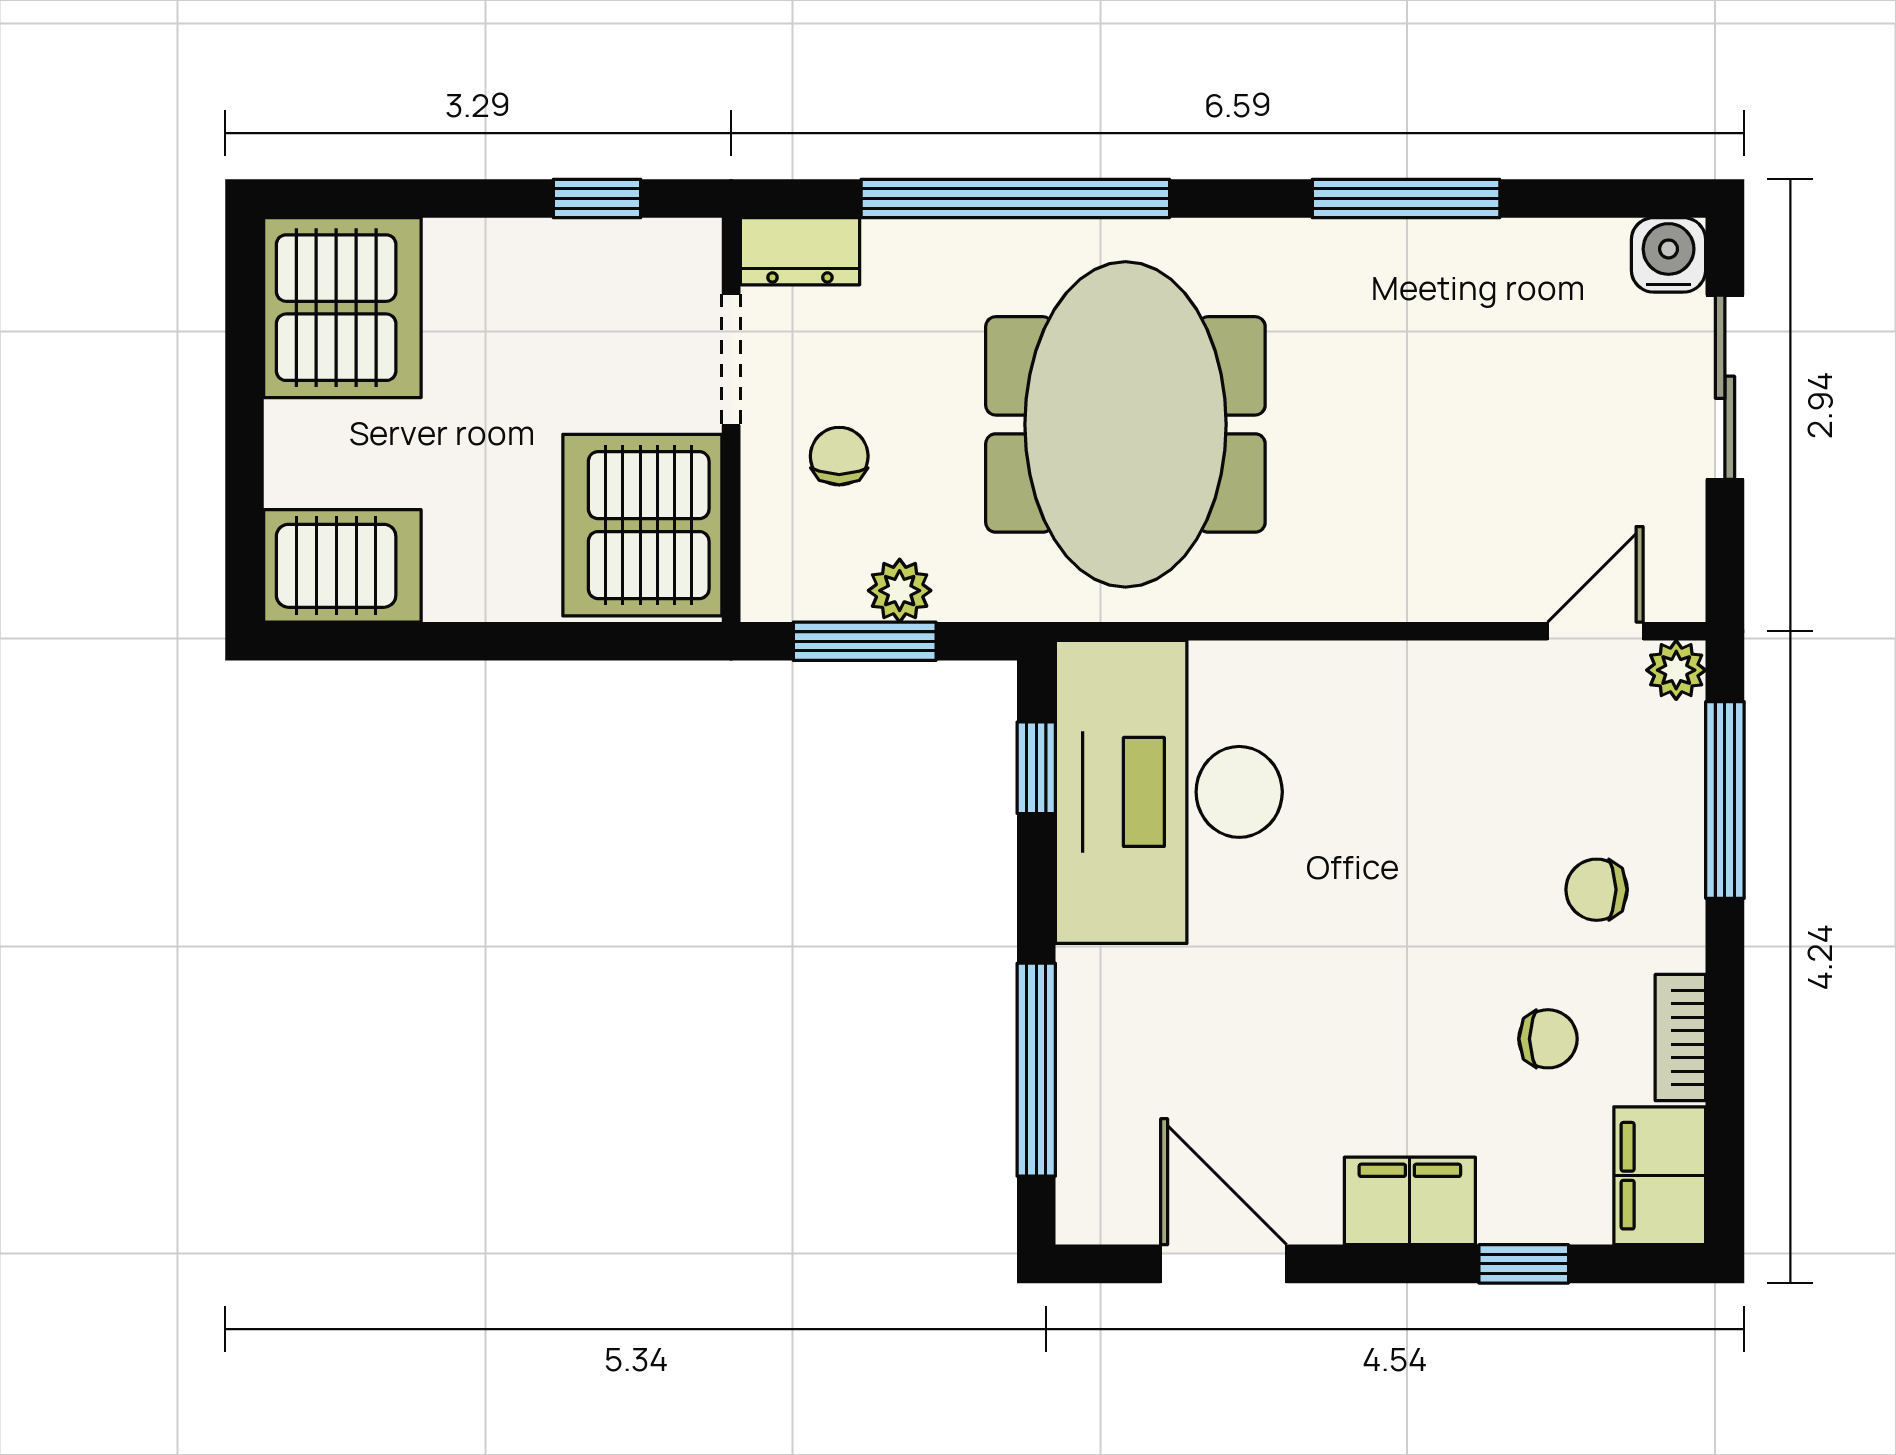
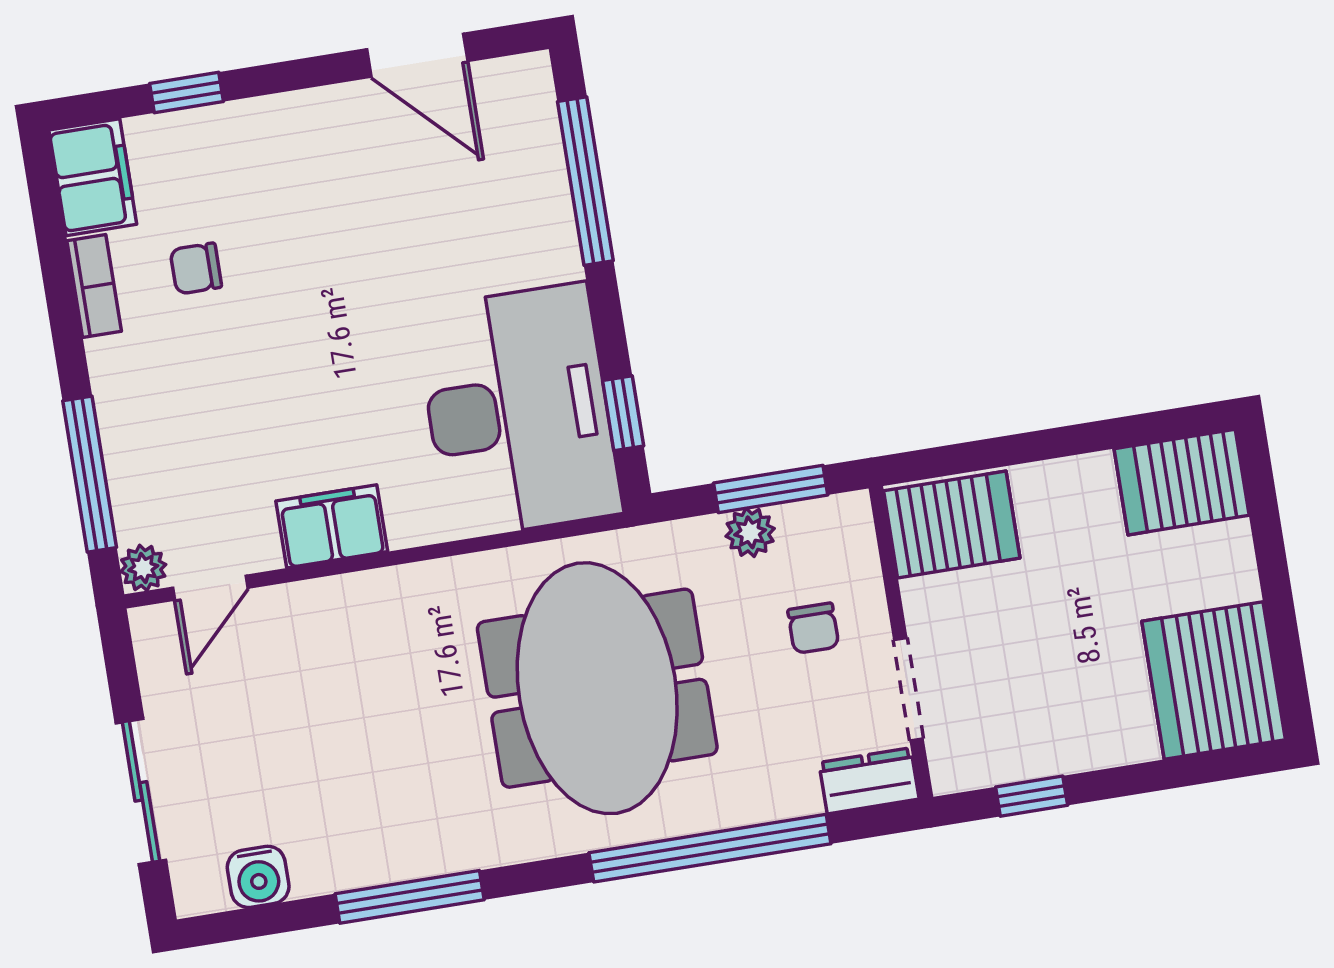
water cooler: (1669, 255) -> (258, 877), moved
server rack: (642, 525) -> (952, 524), width x0.62
chair: (1597, 890) -> (177, 389), removed
filing cabinet: (1410, 1201) -> (332, 526), moved, turned 180

